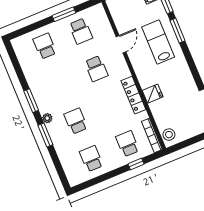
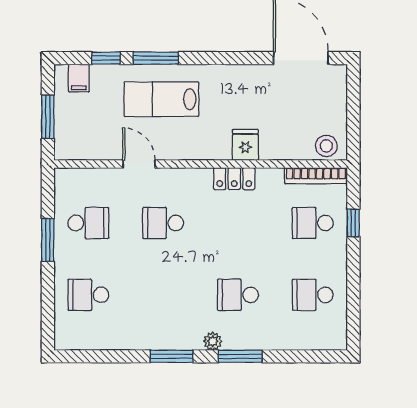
school desk: (96, 69) -> (163, 223), turned 180
locker: (133, 95) -> (234, 179), width x0.66

